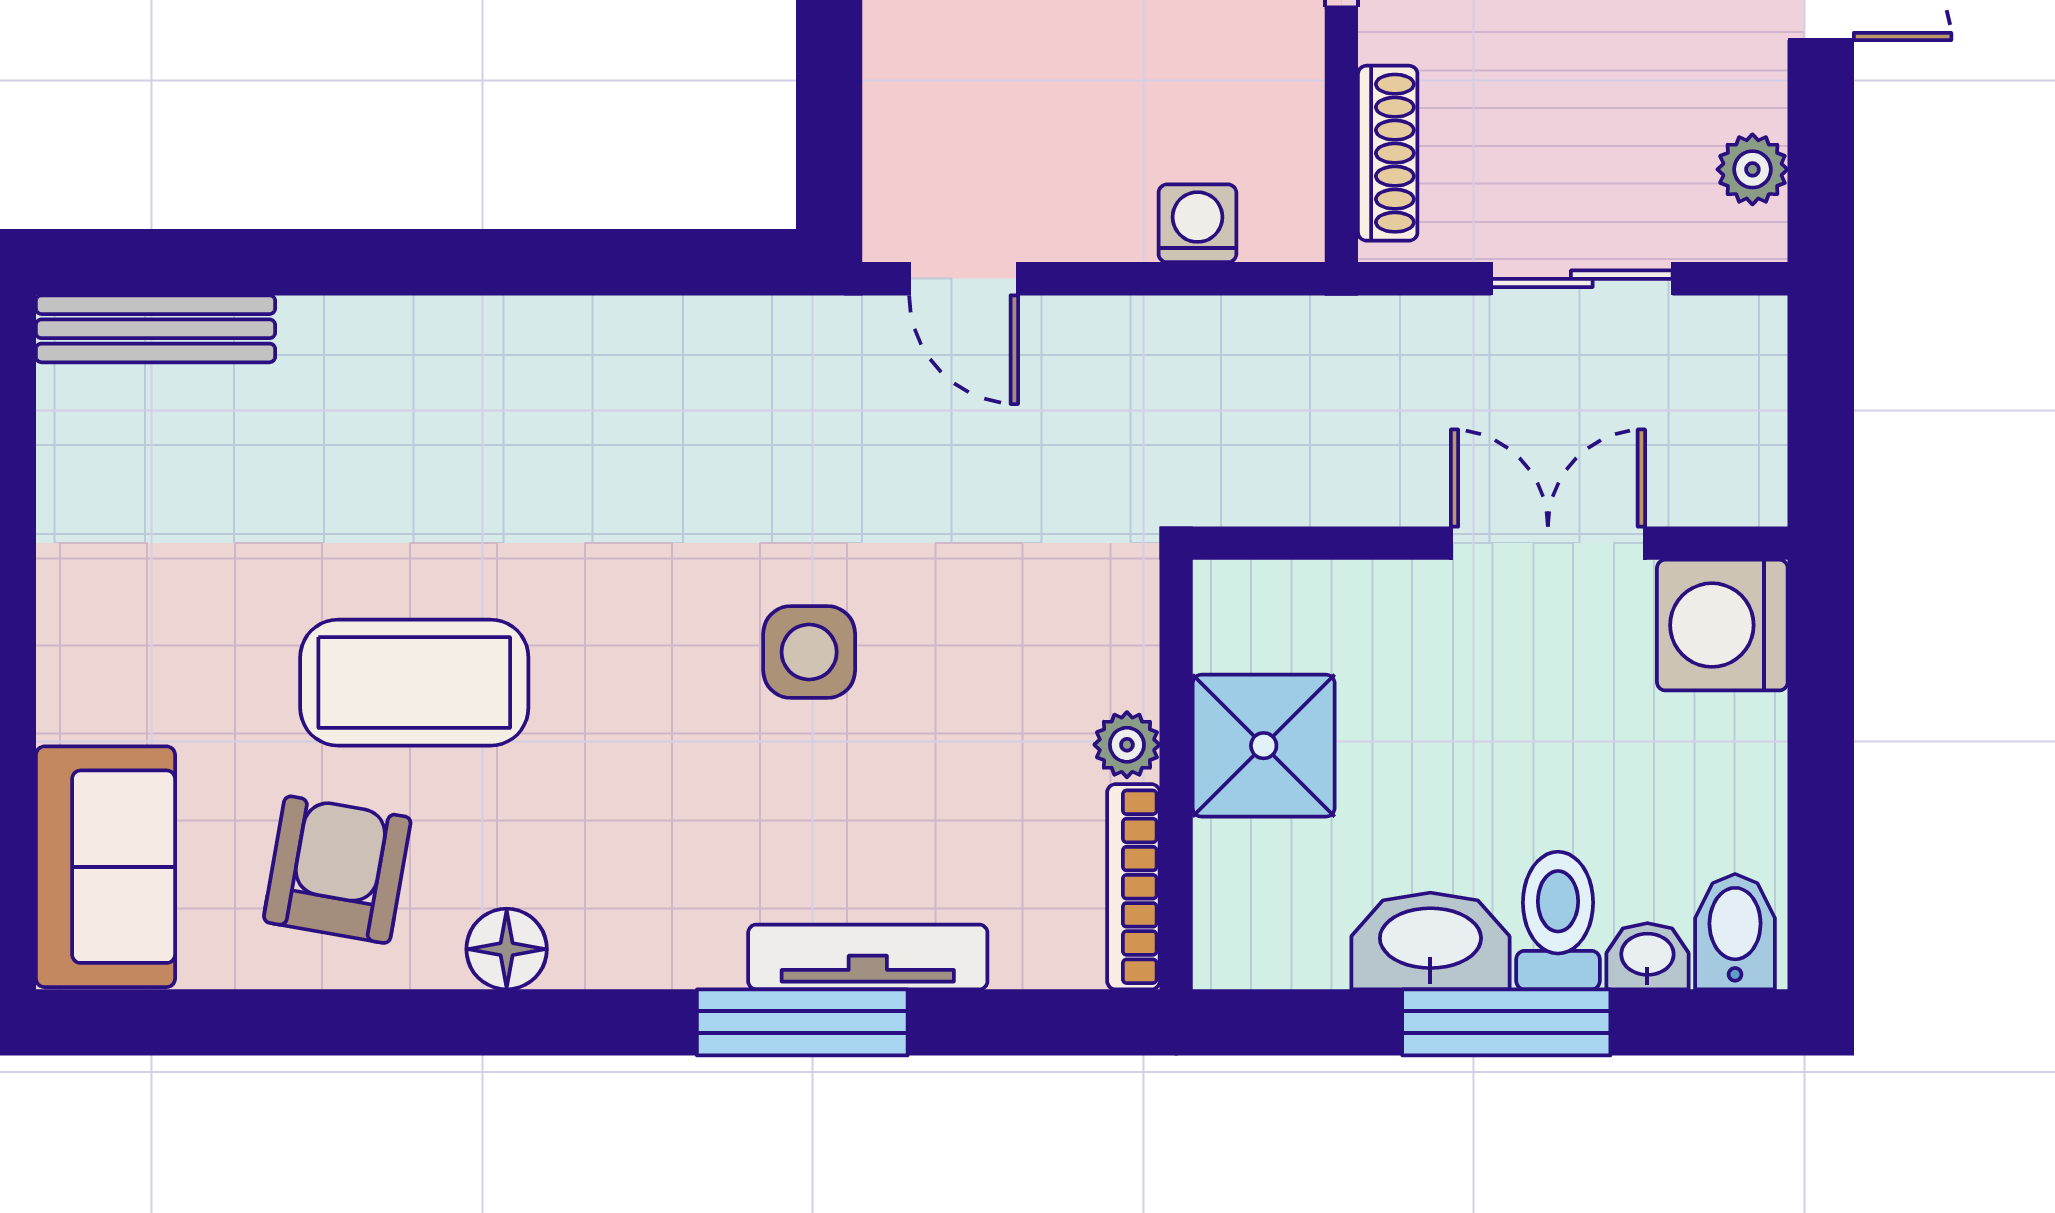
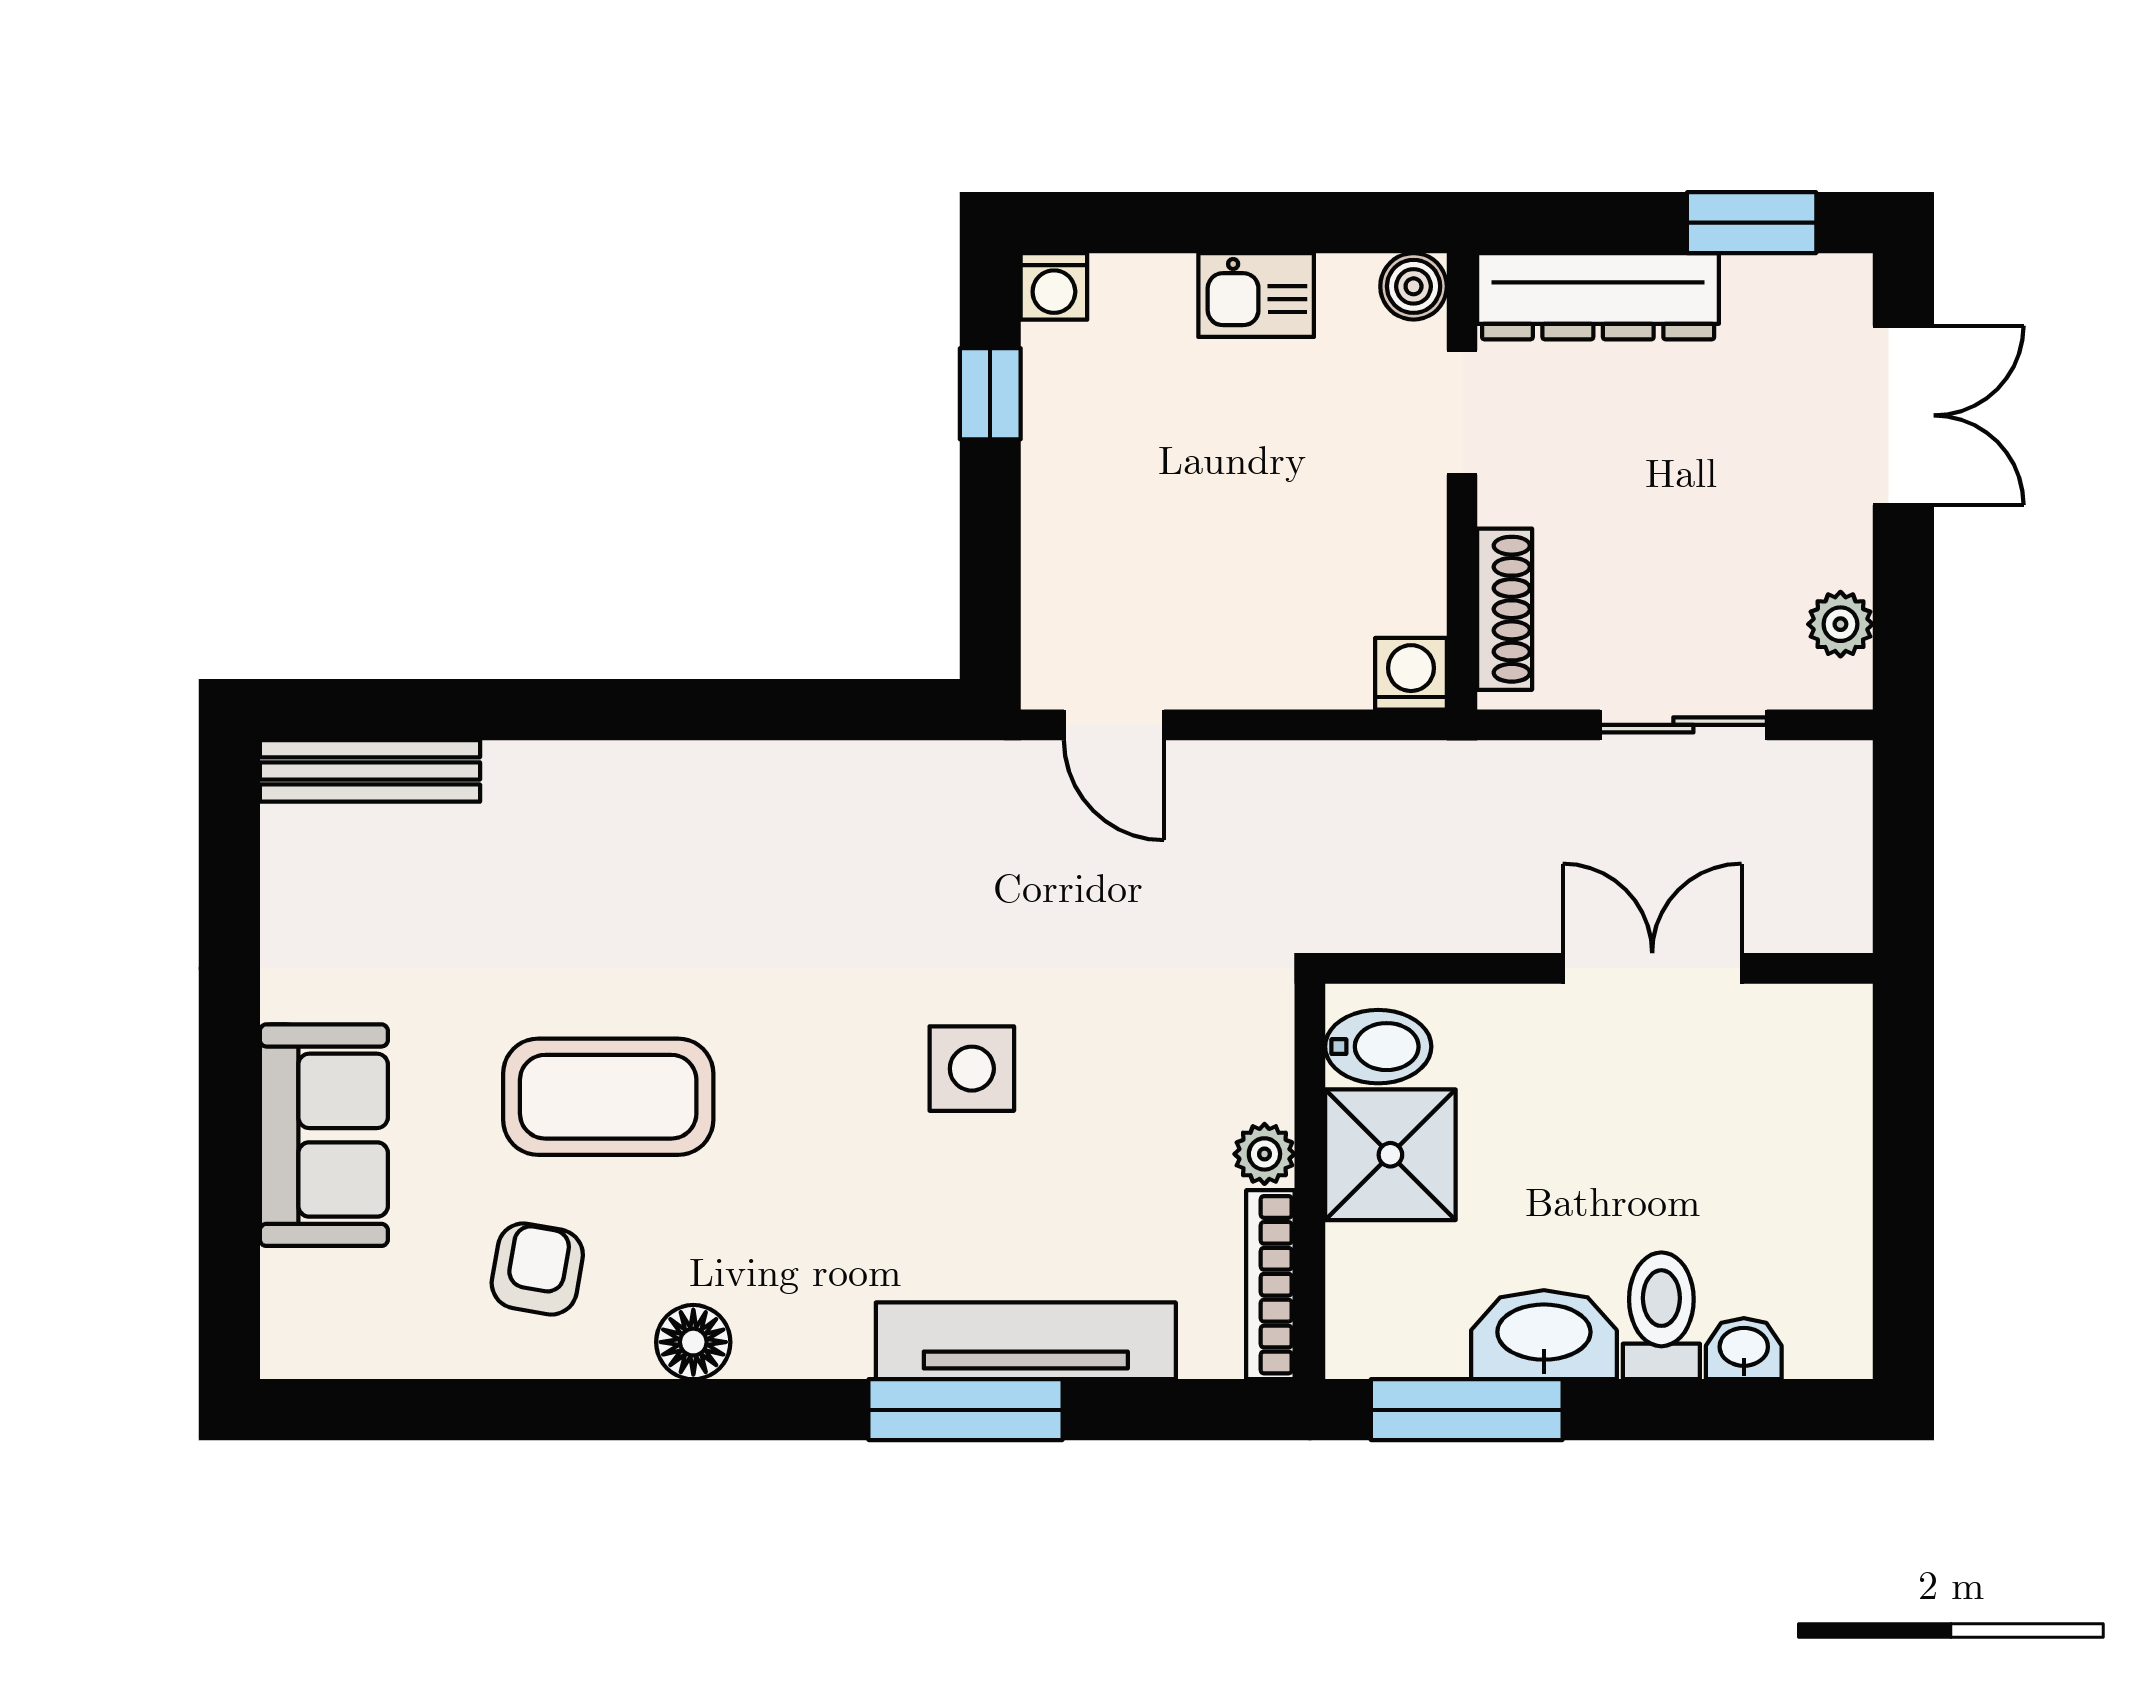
washing machine: (1197, 223) -> (1411, 674), moved
washing machine: (1722, 625) -> (1813, 1044), removed
sofa: (105, 867) -> (324, 1135), moved
armchair: (337, 870) -> (537, 1269), width x0.72, depth x0.72
bidet: (1735, 932) -> (1378, 1047), moved, turned 90
tv unit: (868, 957) -> (1026, 1341), width x1.36, depth x1.29
window: (1506, 1022) -> (1467, 1410), moved

